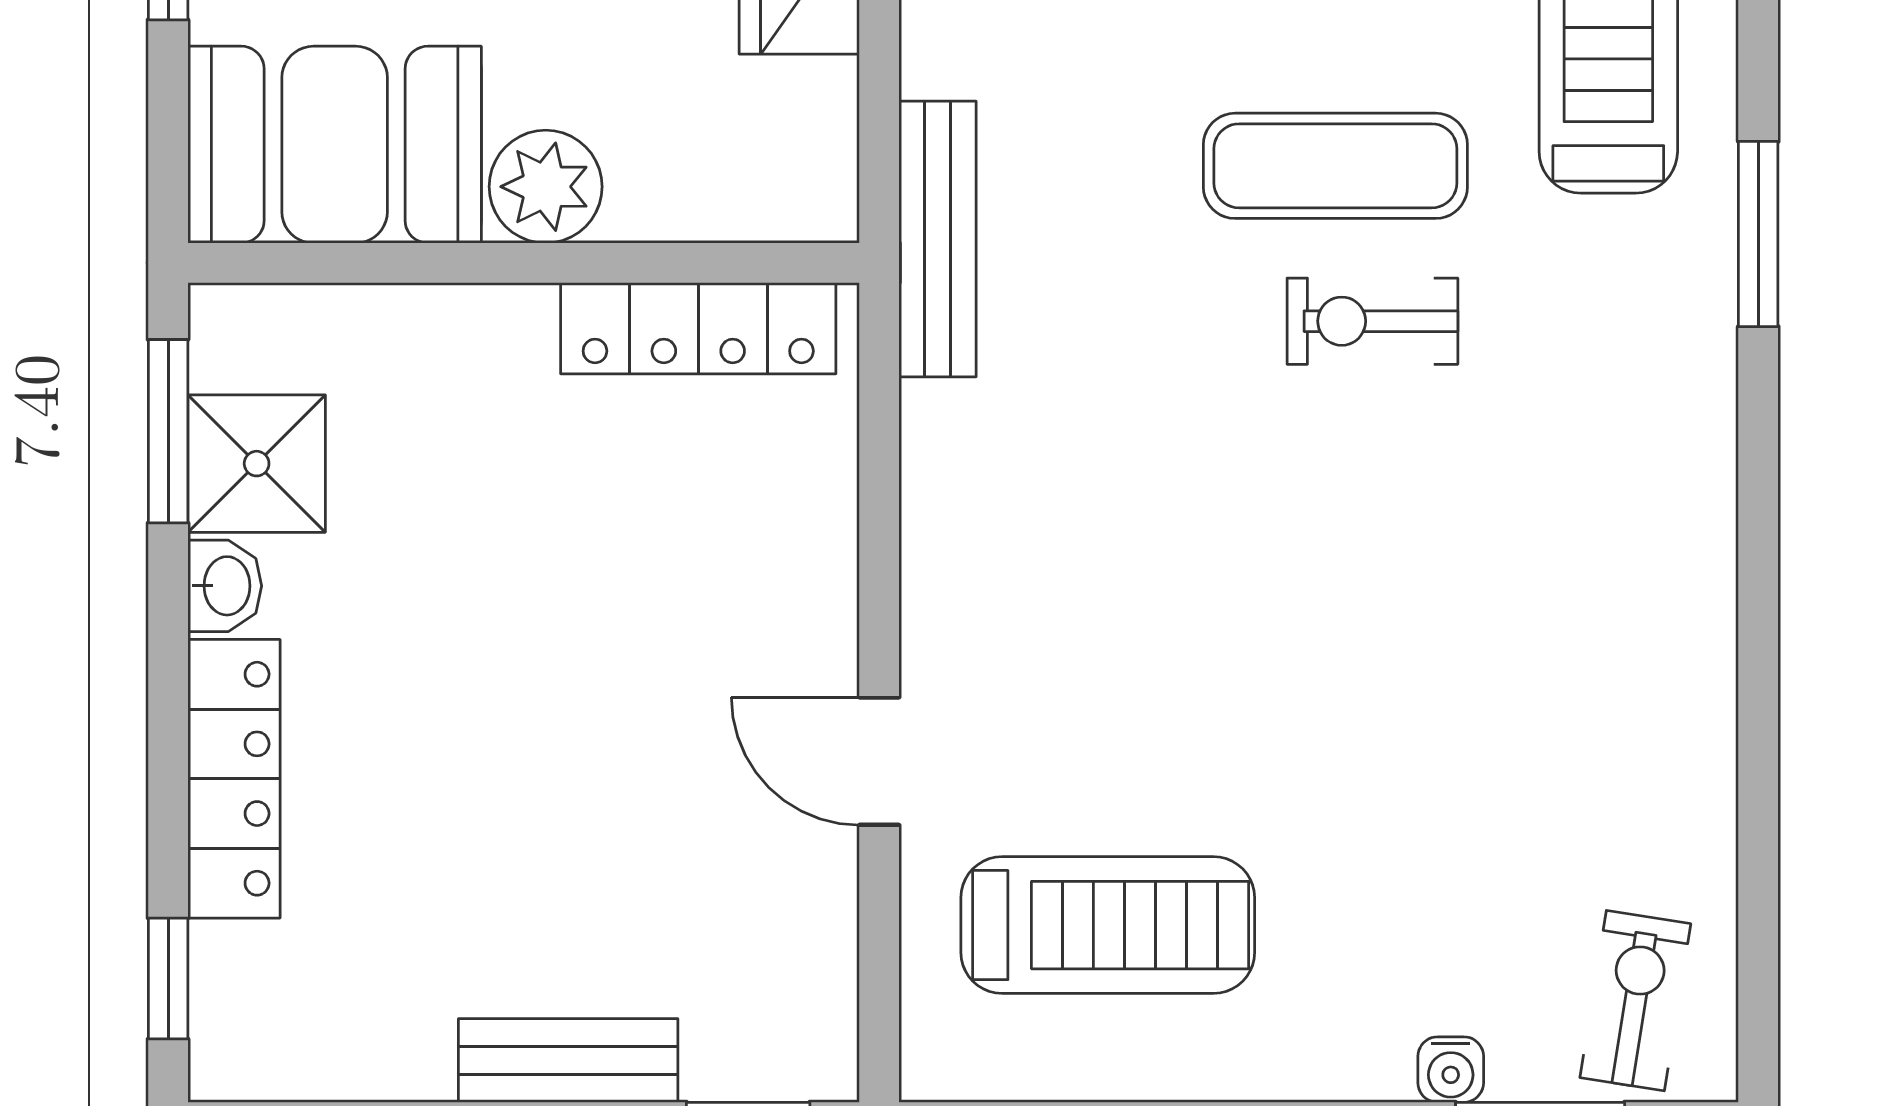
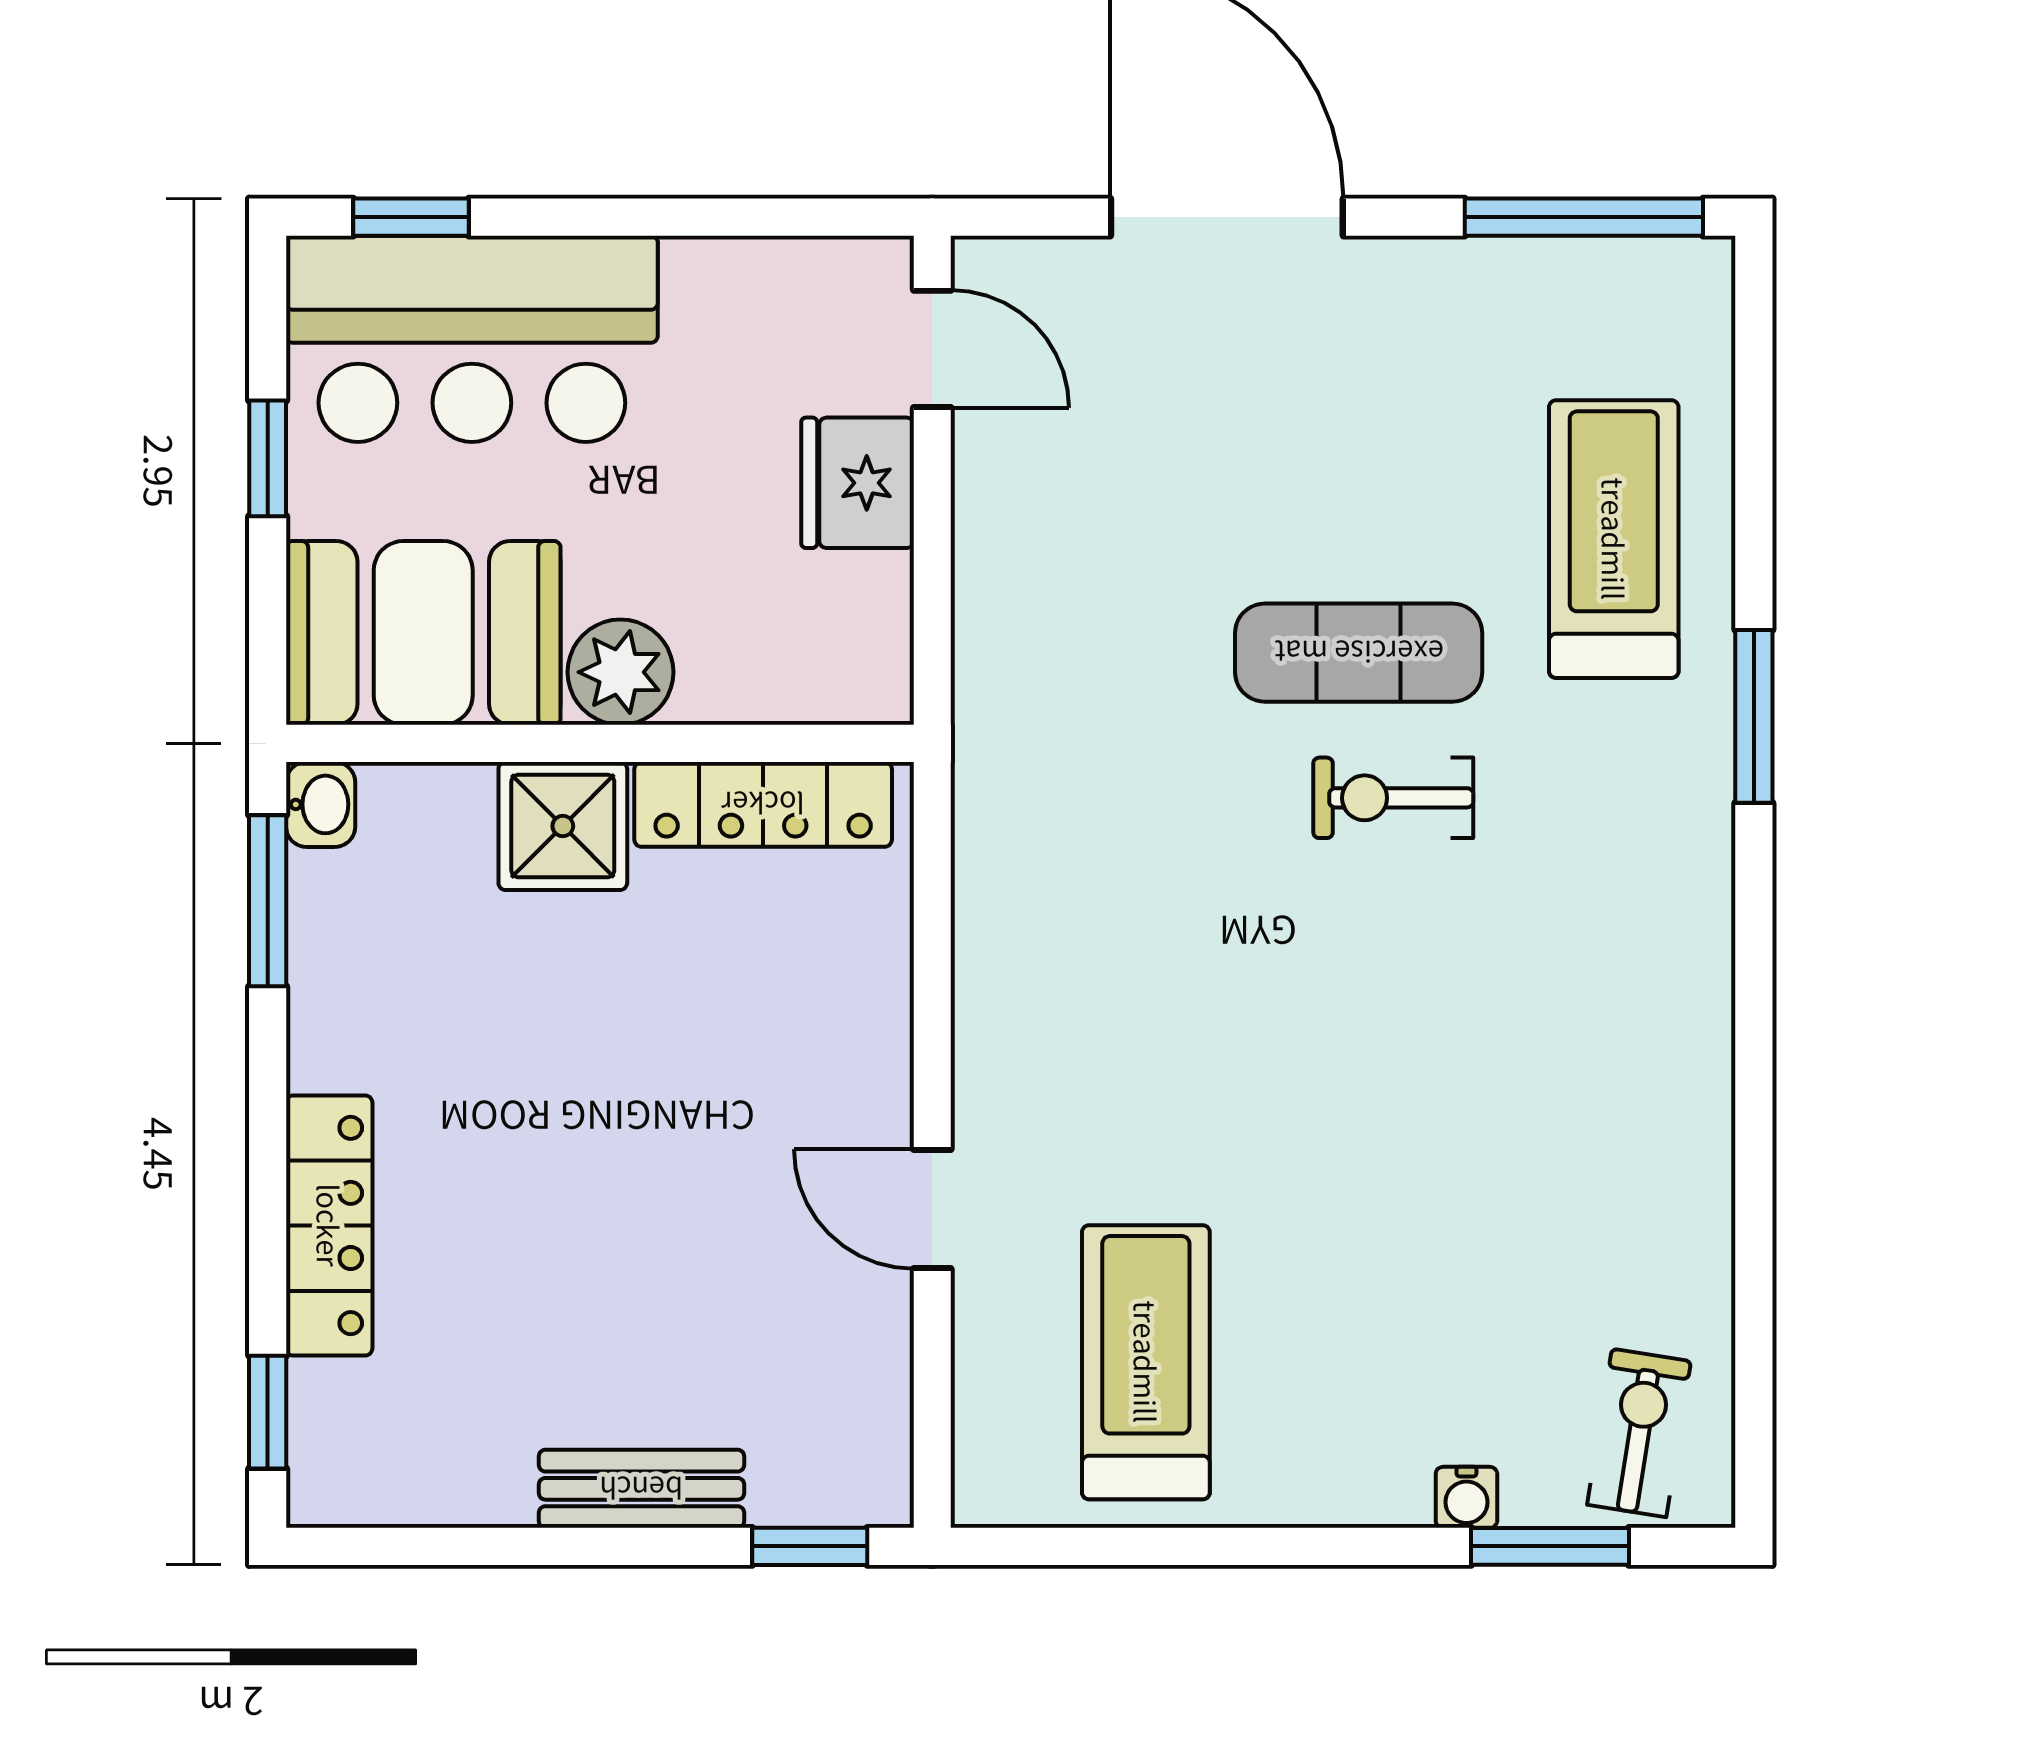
bench: (938, 239) -> (987, 721), removed
shower: (257, 464) -> (563, 826), moved
washbasin: (225, 586) -> (321, 804), moved
treadmill: (1108, 925) -> (1146, 1362), turned -90

